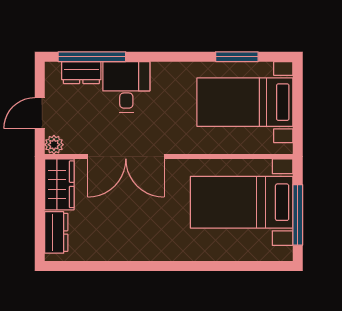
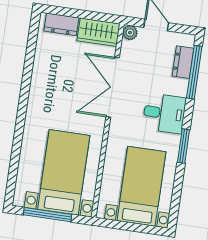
window: (237, 57) -> (183, 146), moved
desk: (126, 87) -> (164, 113), moved

